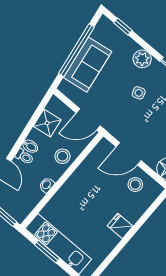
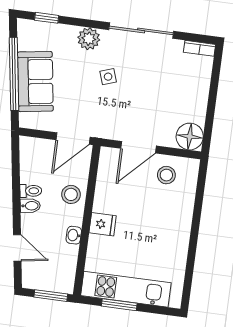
shower: (47, 123) -> (32, 170), removed
toilet: (24, 157) -> (31, 191), moved
fridge: (120, 226) -> (103, 224), moved, turned 180

